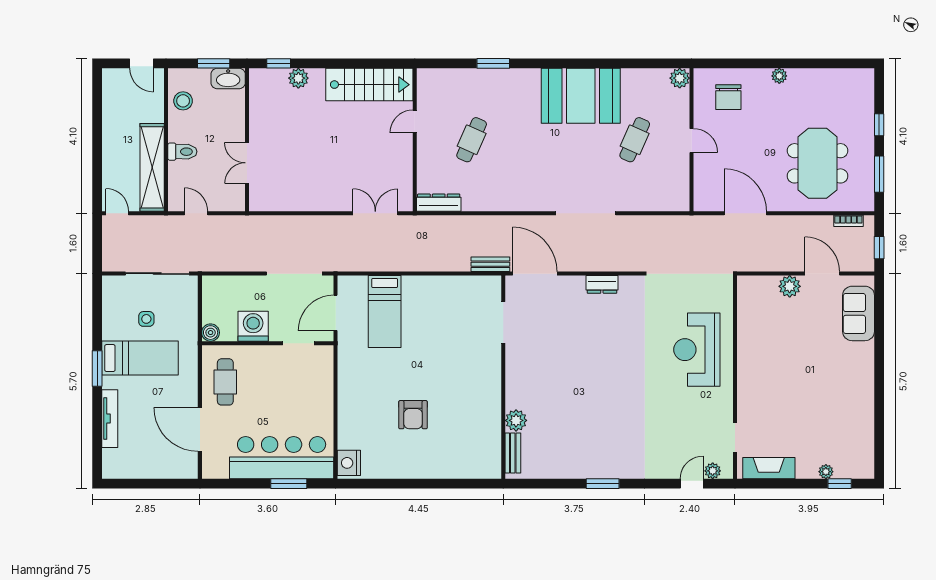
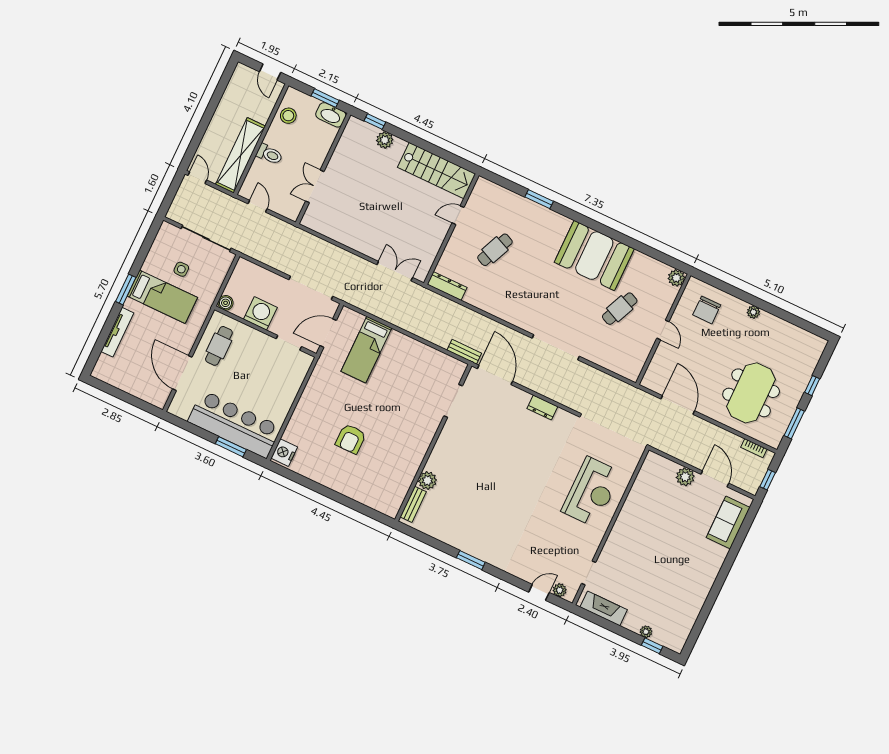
reception desk: (697, 350) -> (591, 492), turned 180

